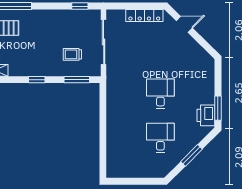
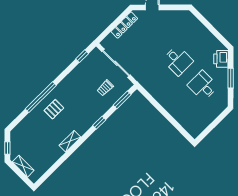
desk: (160, 94) -> (178, 61), turned 180
window: (218, 108) -> (219, 36), removed
printer: (206, 115) -> (221, 59), moved, turned 45

